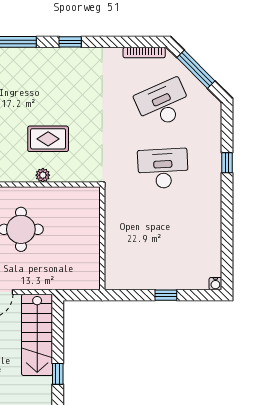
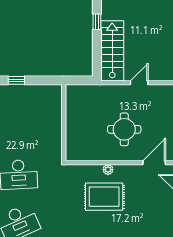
rug: (48, 139) -> (104, 197), width x1.36, depth x1.43

